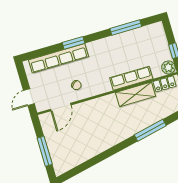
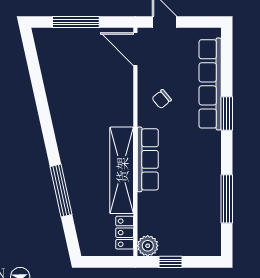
row of seats: (131, 78) -> (148, 159), moved
shelving: (135, 94) -> (122, 170), width x1.47
door: (61, 107) -> (135, 49), moved

